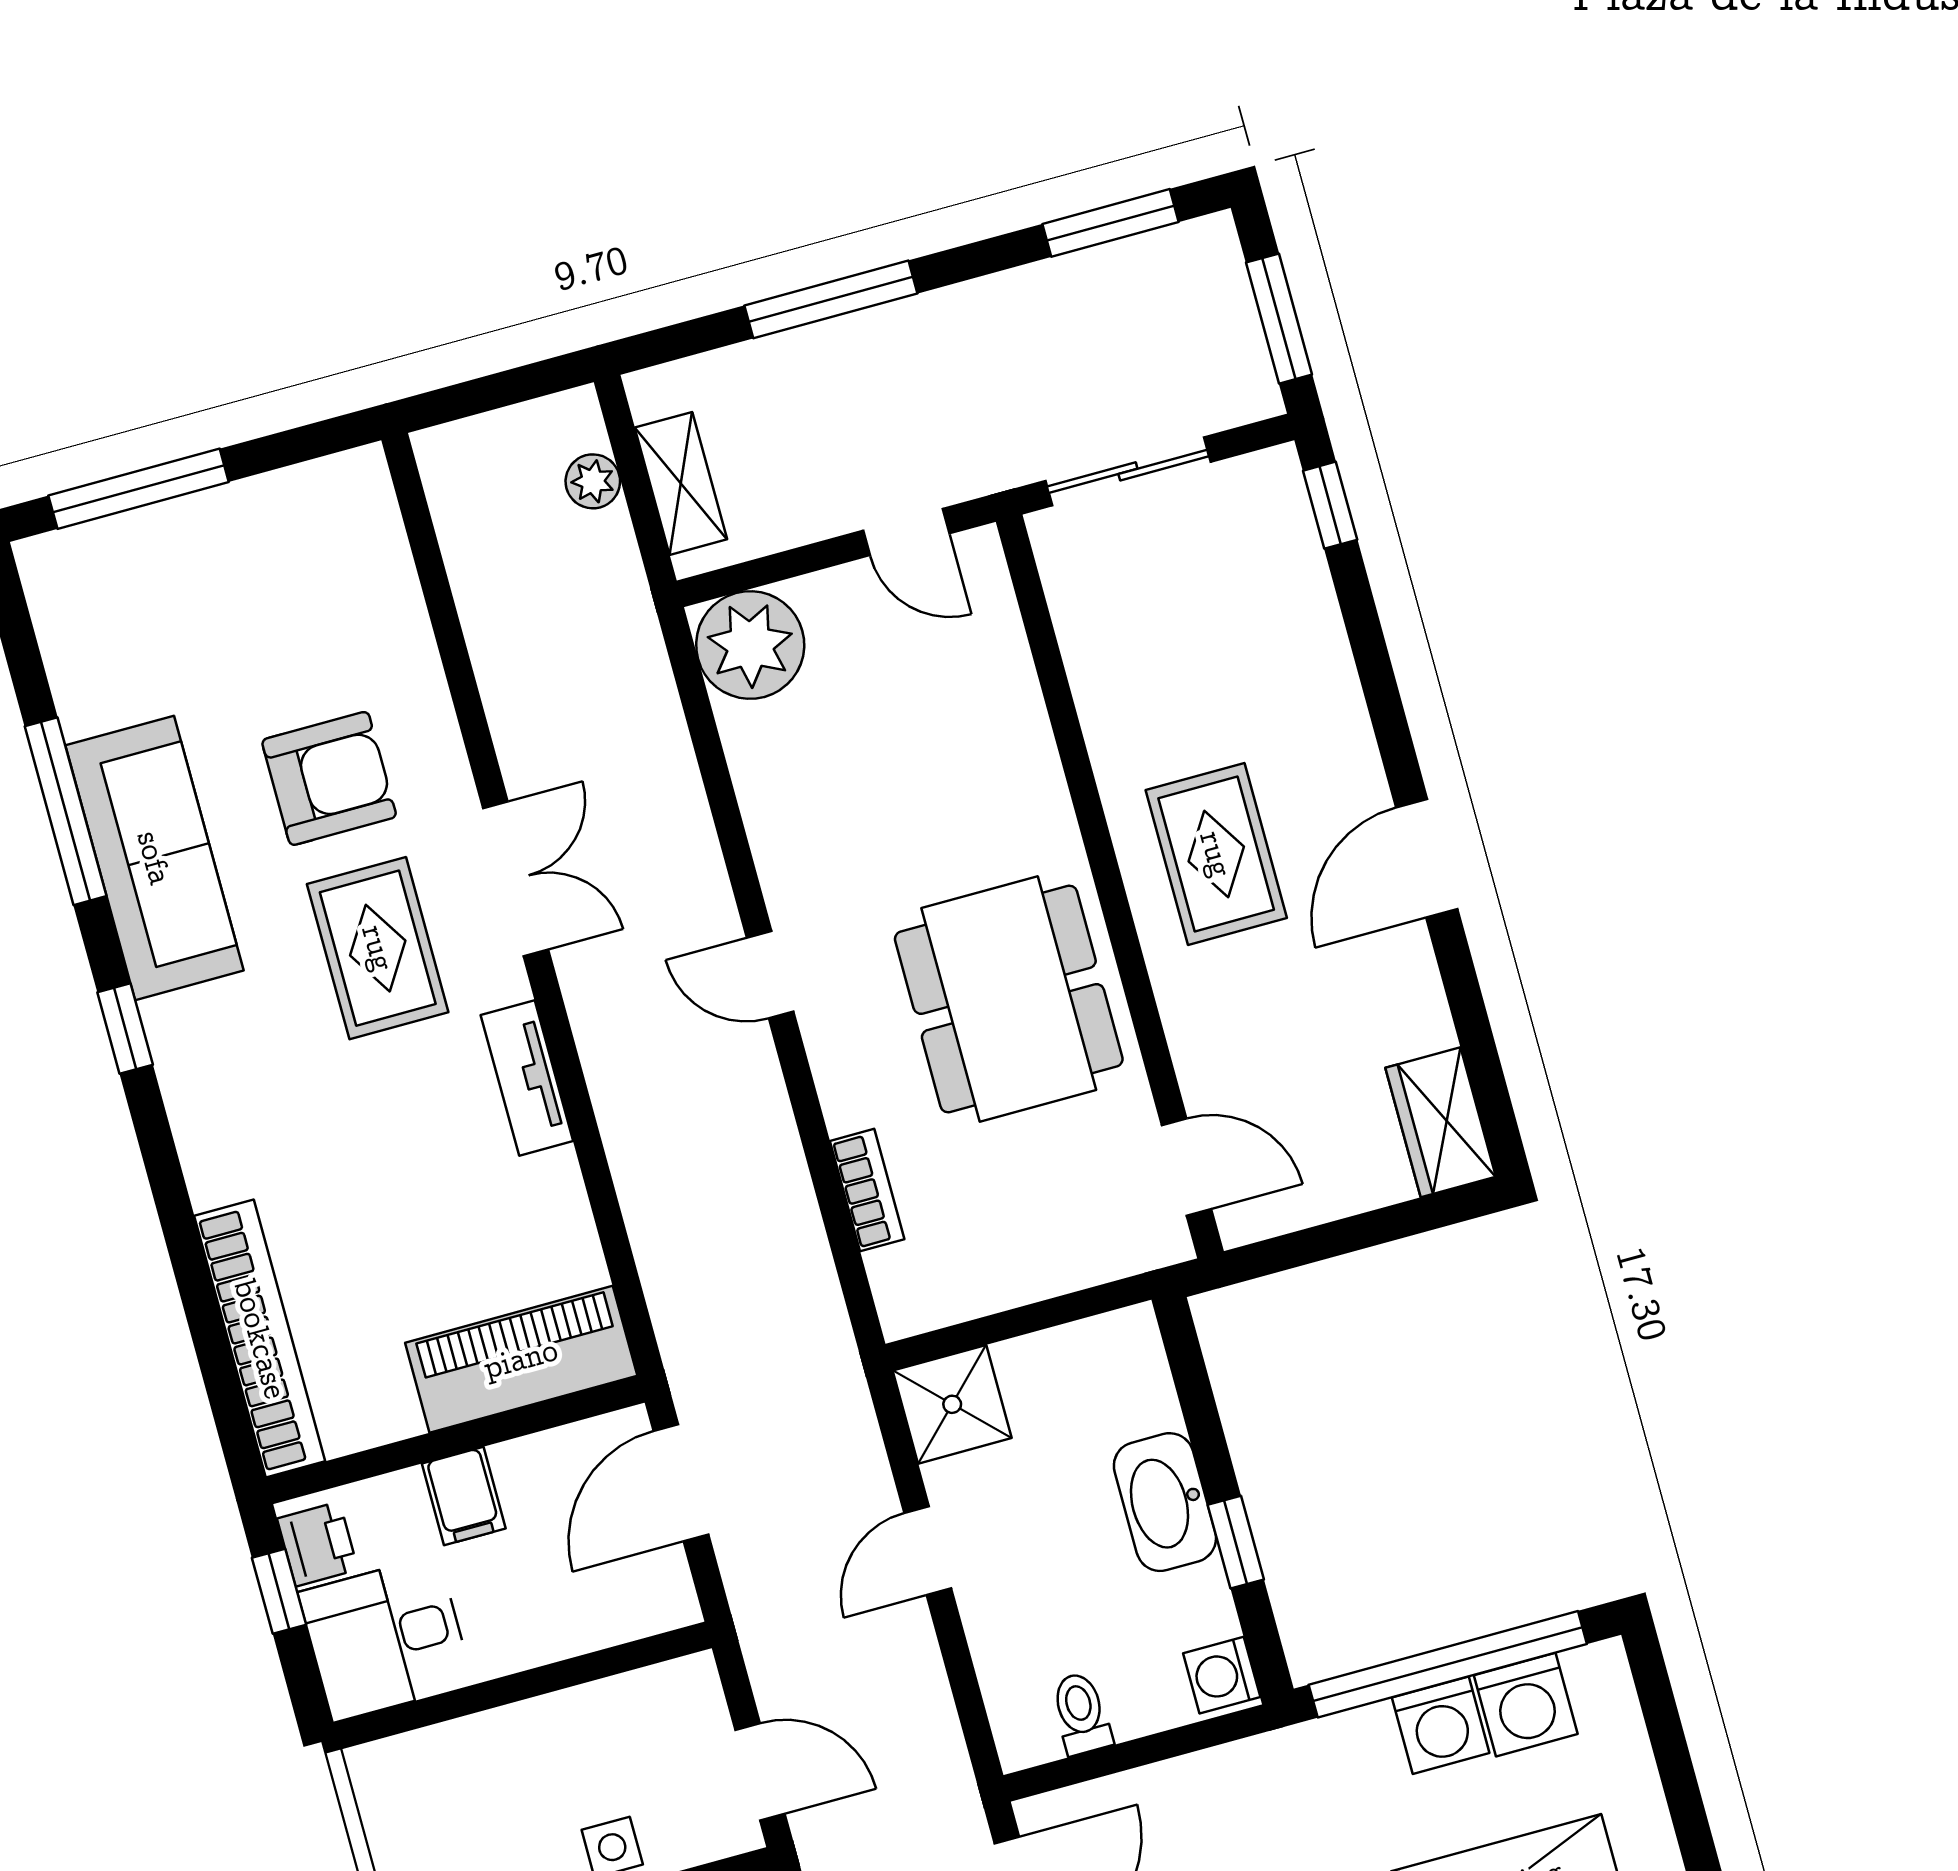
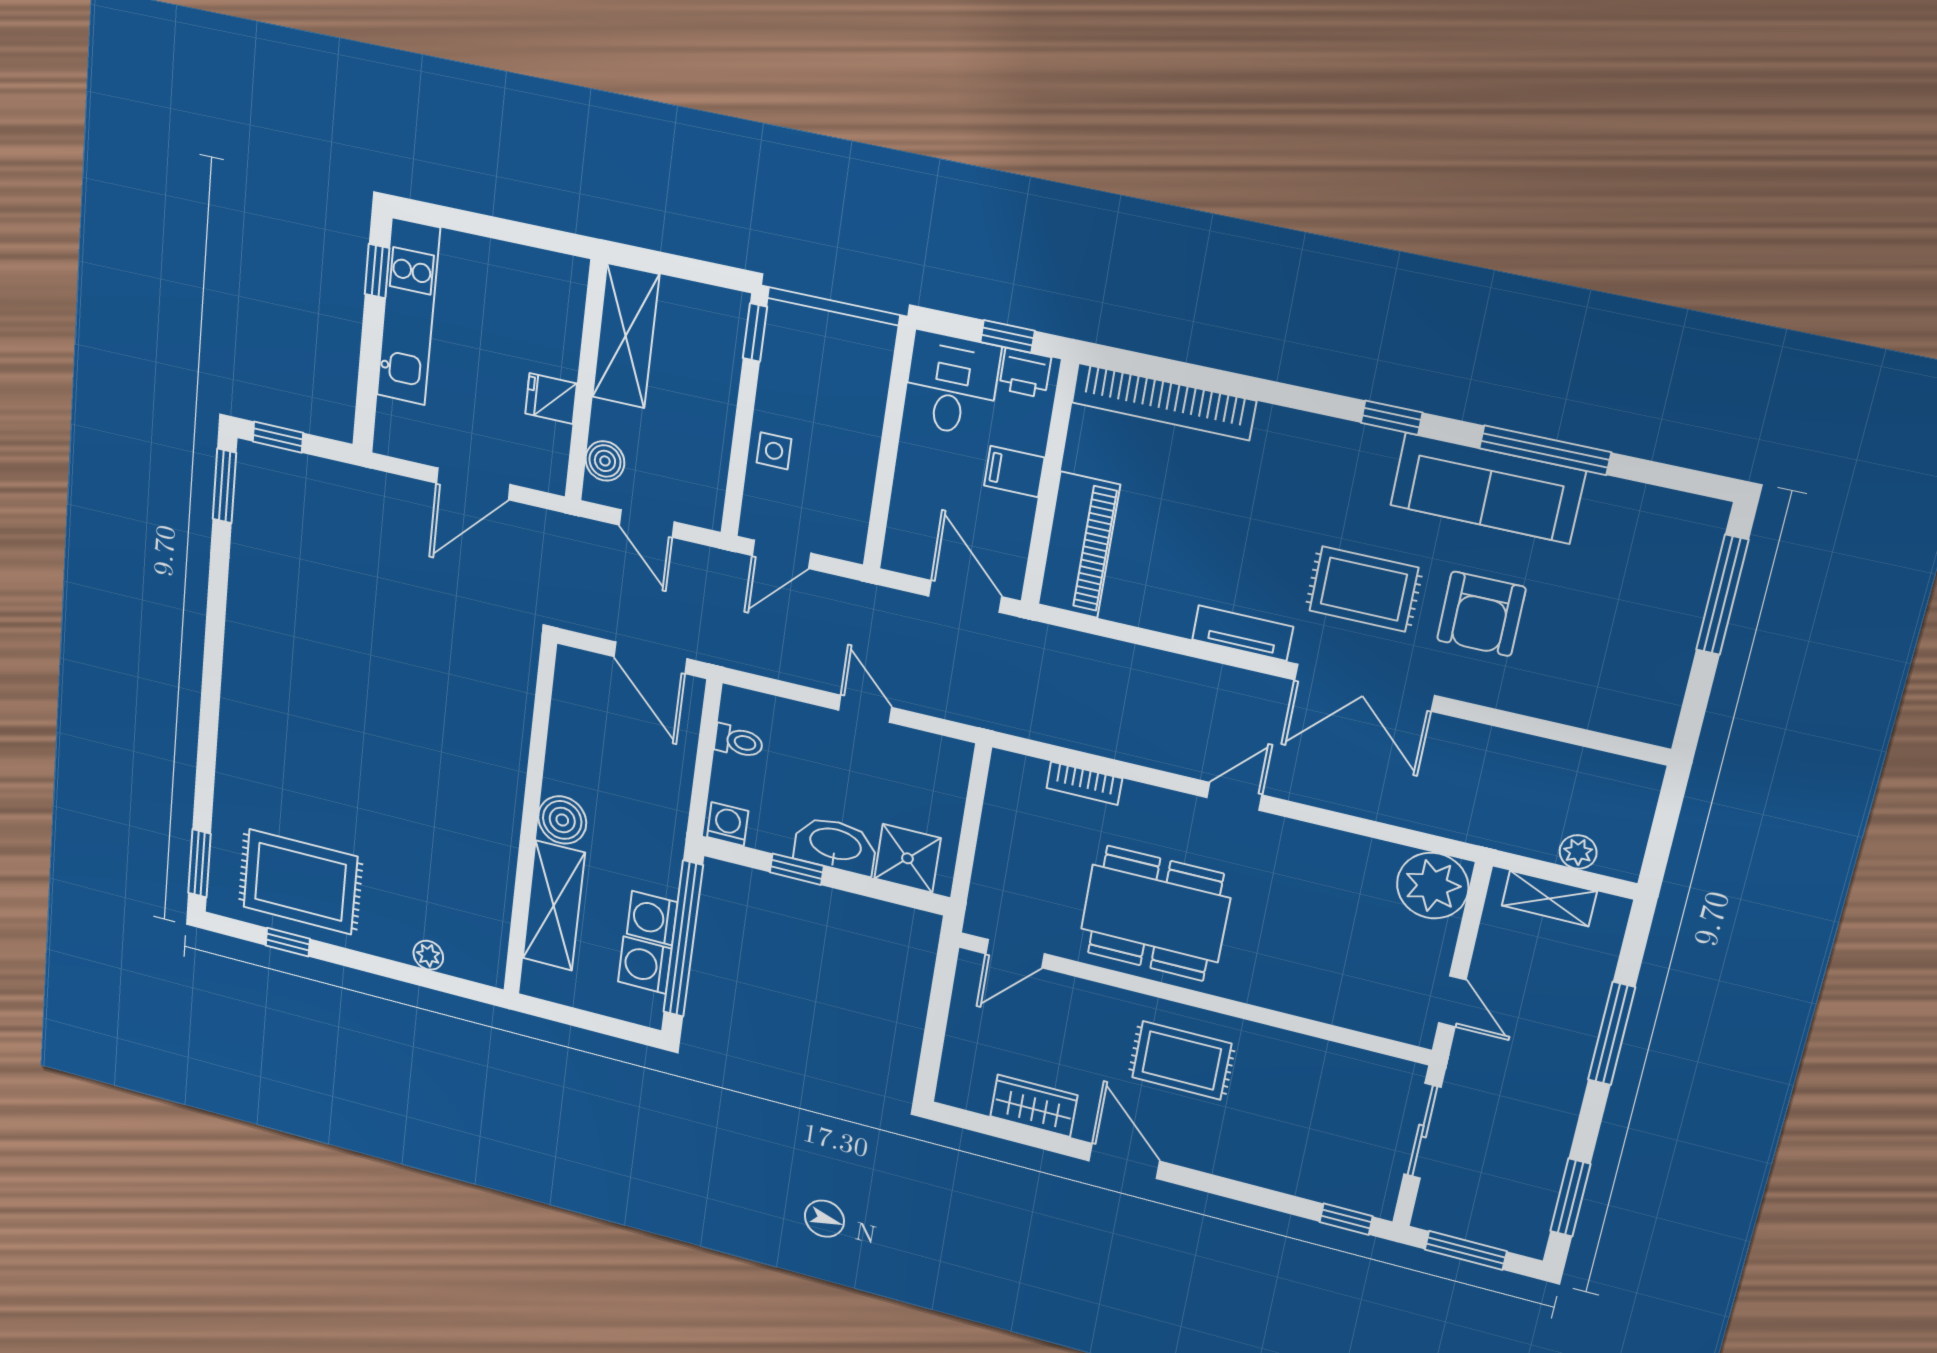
door: (906, 532) -> (1452, 1001), swing flipped
double door: (516, 879) -> (1364, 688), width x1.37
wardrobe: (1441, 1122) -> (1034, 1106), moved
shower: (952, 1404) -> (907, 858), moved

